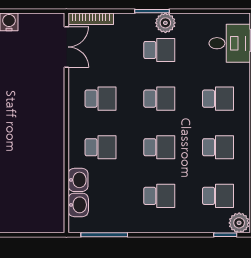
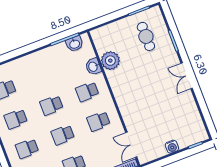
plant: (50, 179) -> (110, 61), added
school desk: (159, 196) -> (40, 76), removed
washbasin: (78, 205) -> (75, 44), moved, turned -90

